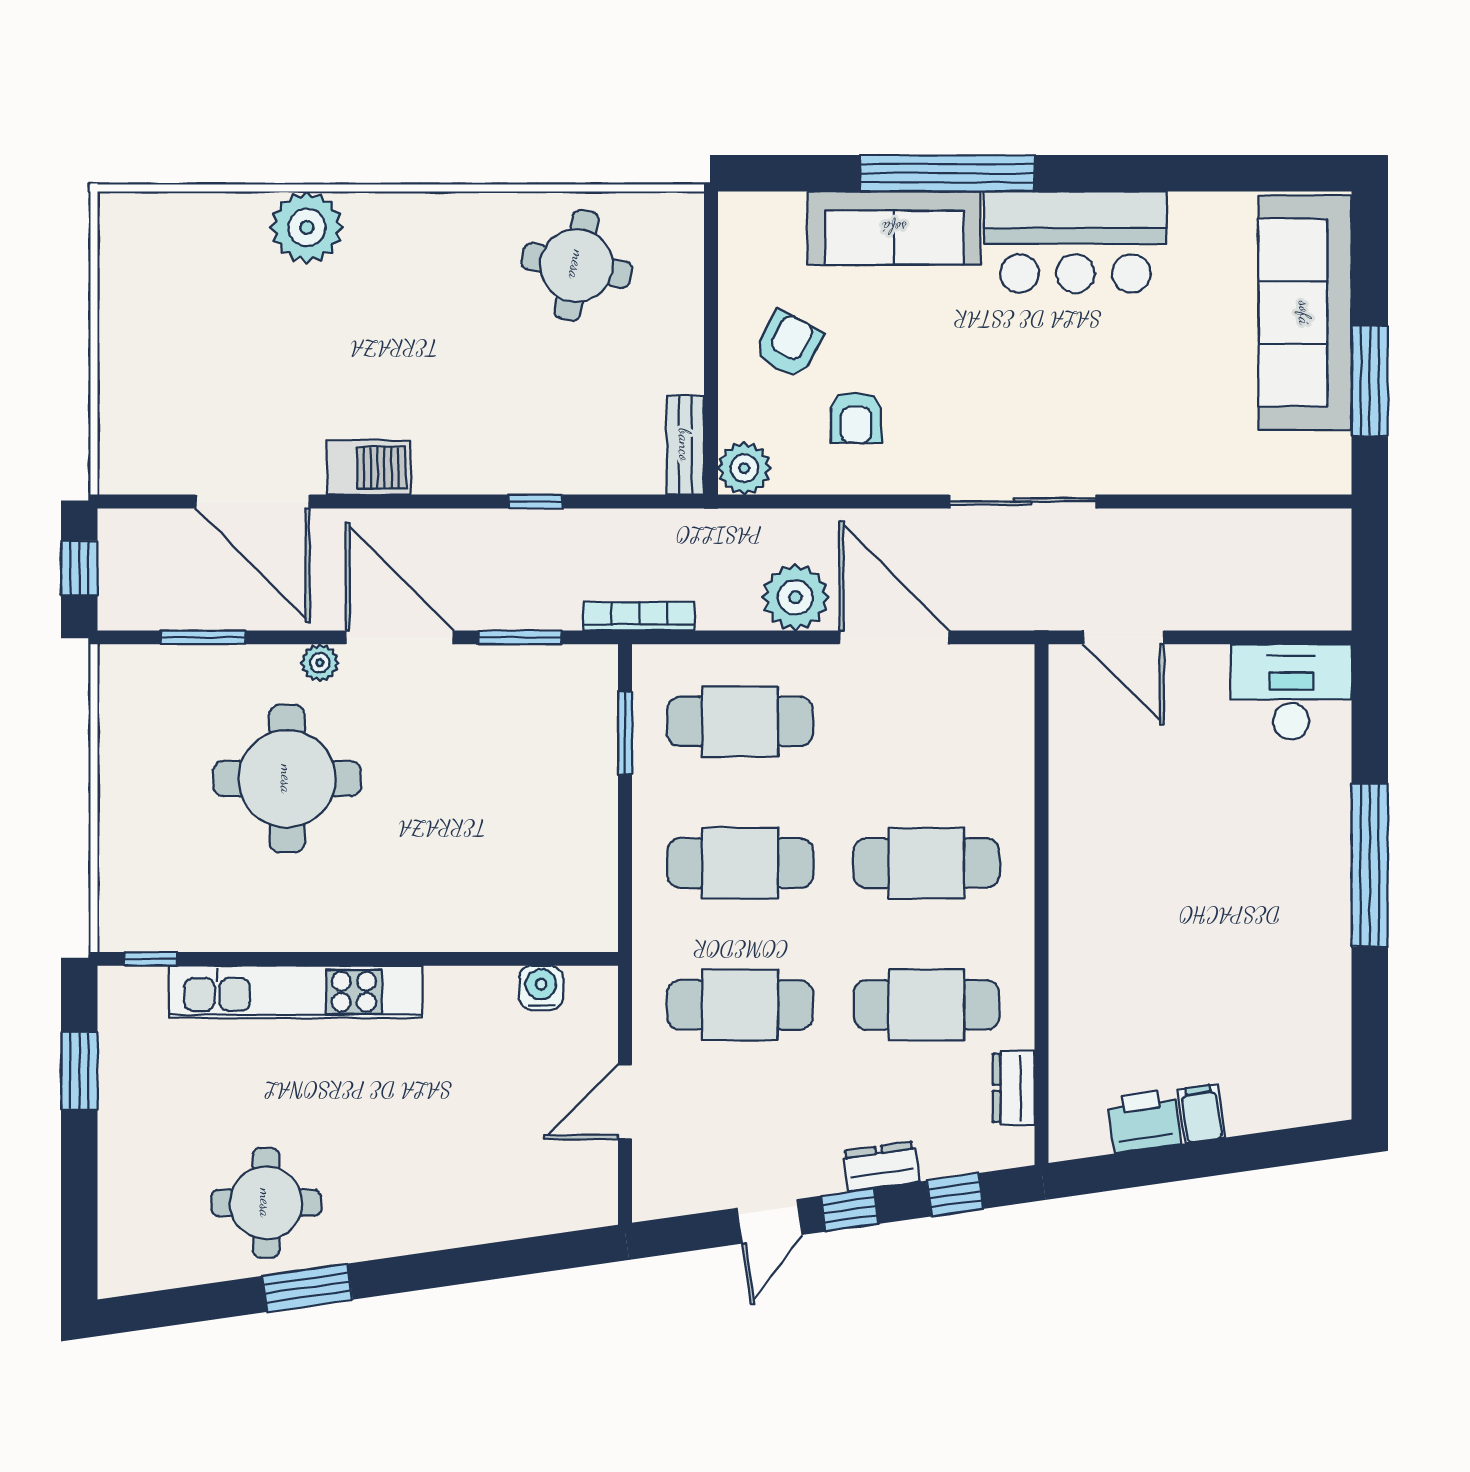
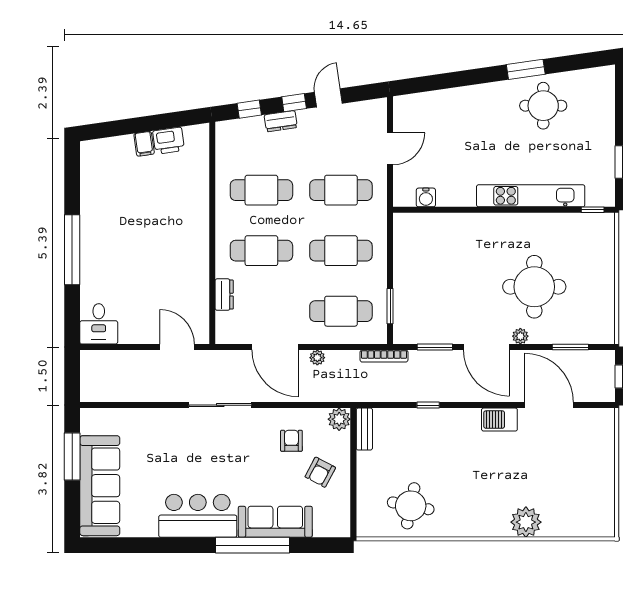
plant: (795, 597) -> (317, 358), width x0.53, depth x0.53
desk: (1291, 692) -> (99, 324), width x0.73
dresser: (1014, 1088) -> (224, 295), moved

